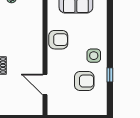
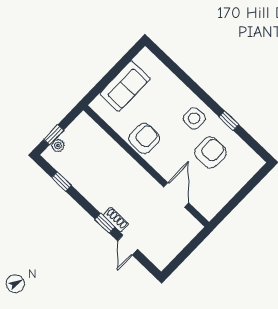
door: (45, 84) -> (176, 195), swing flipped

